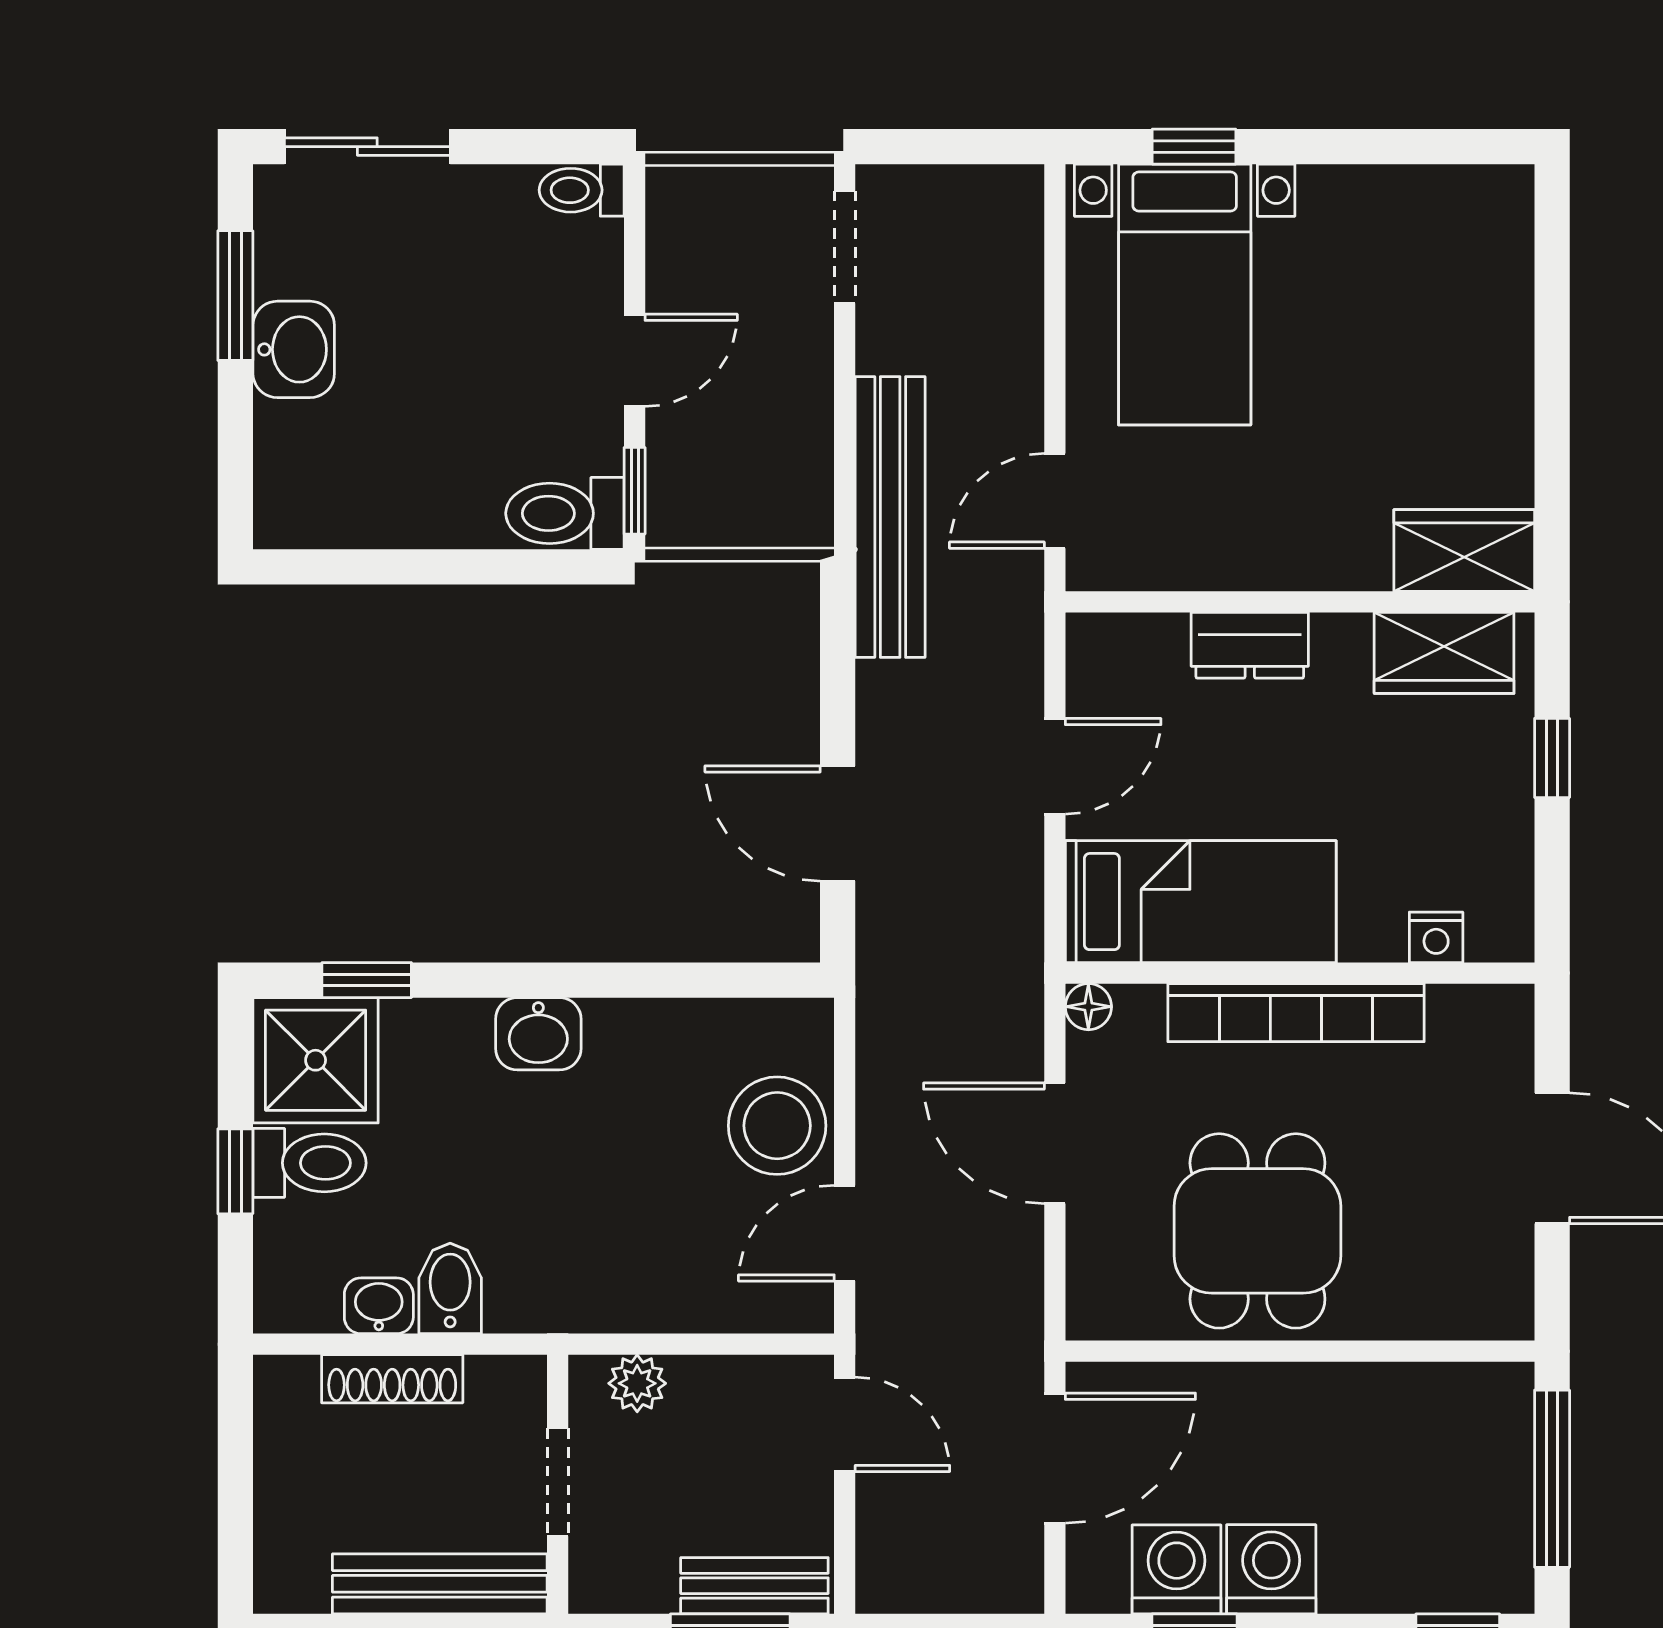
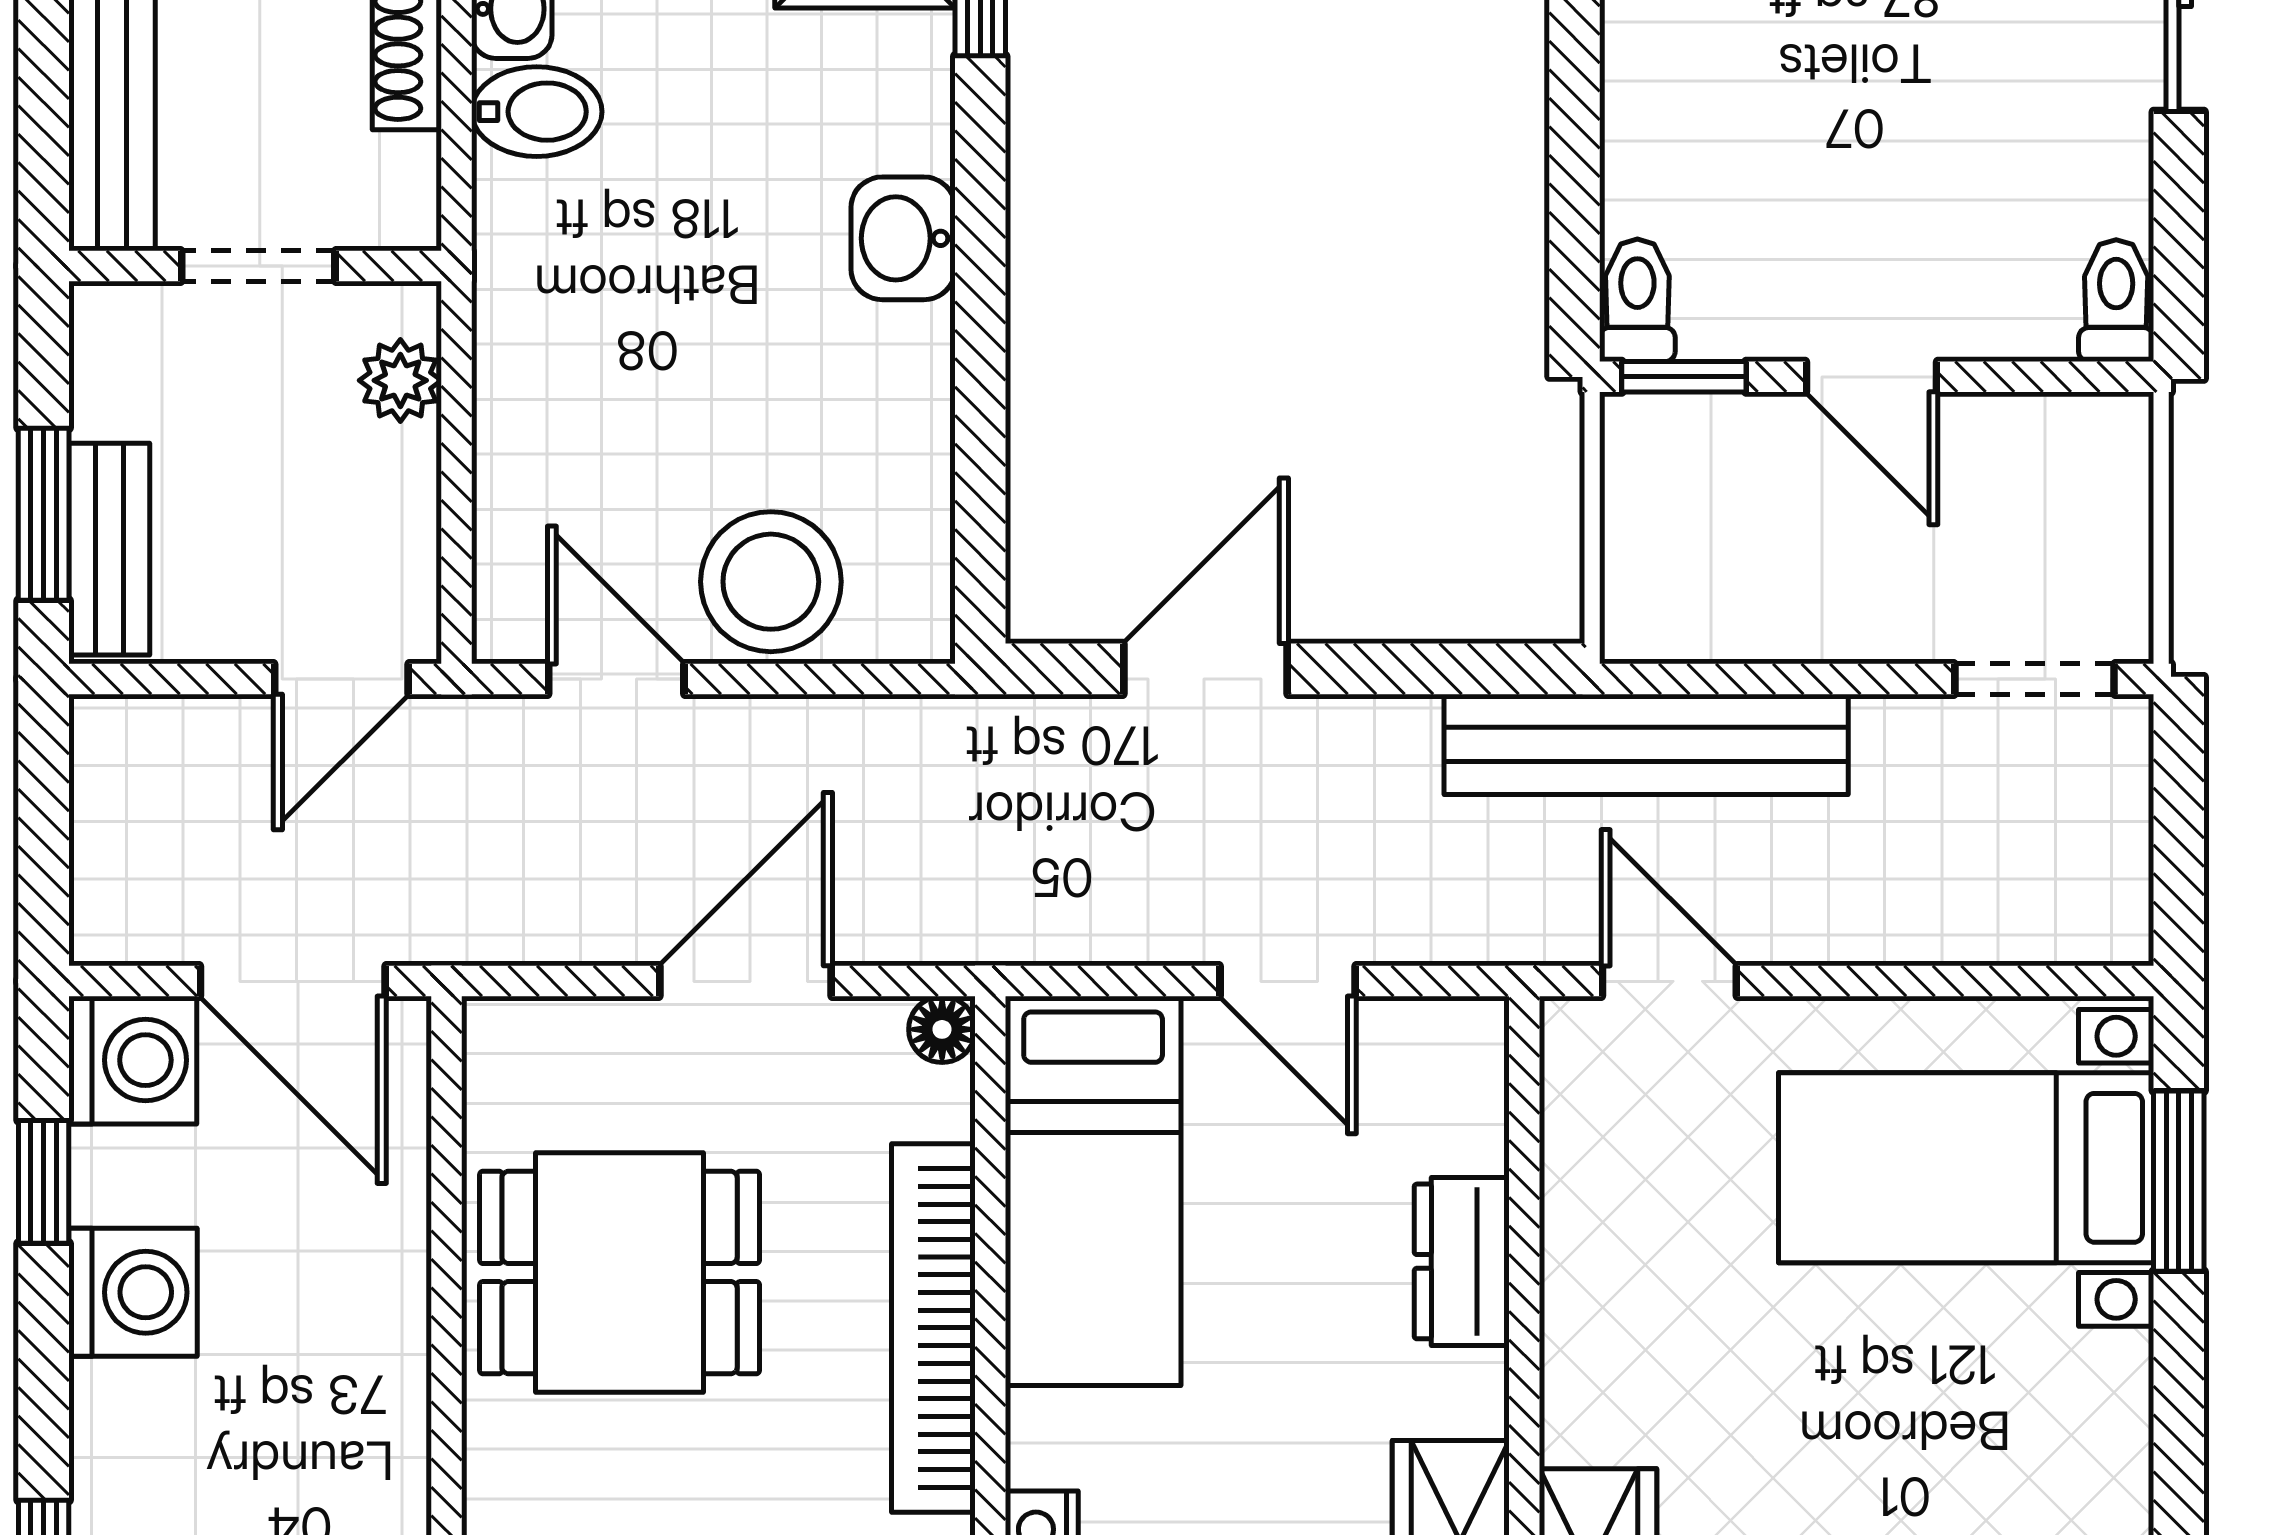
window: (1194, 147) -> (2179, 1181), width x1.50
toilet: (565, 513) -> (1637, 300), width x0.73, depth x0.72
washing machine: (1177, 1569) -> (133, 1060), moved

